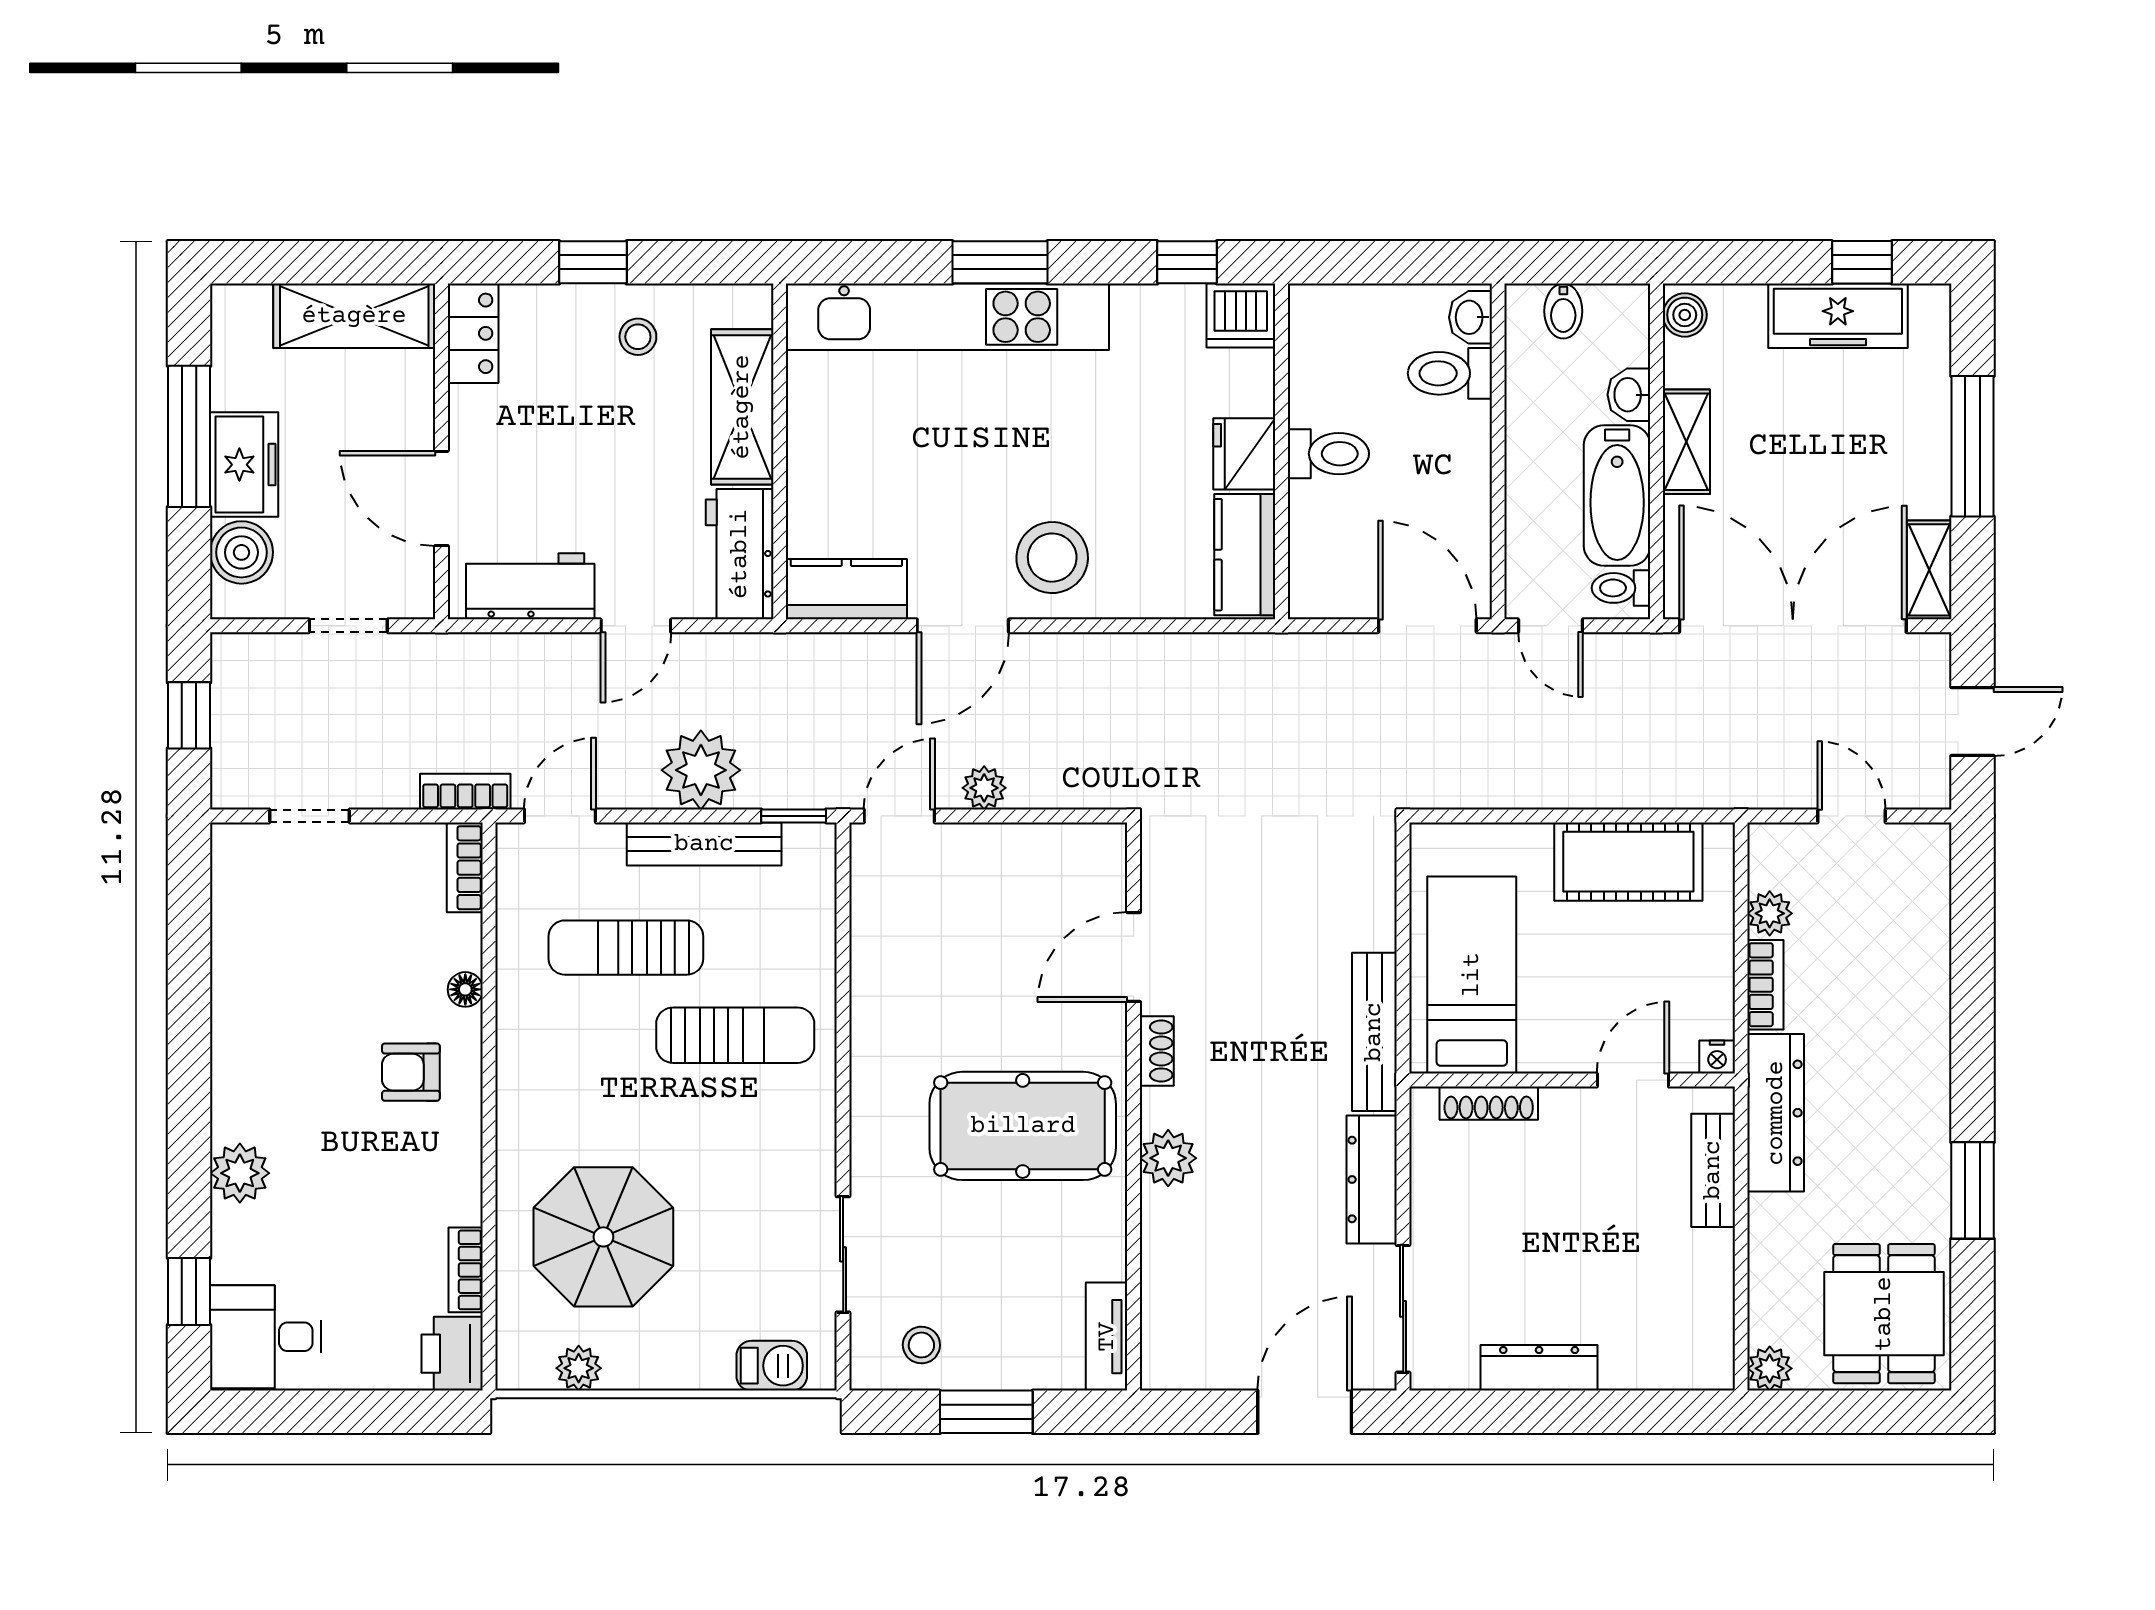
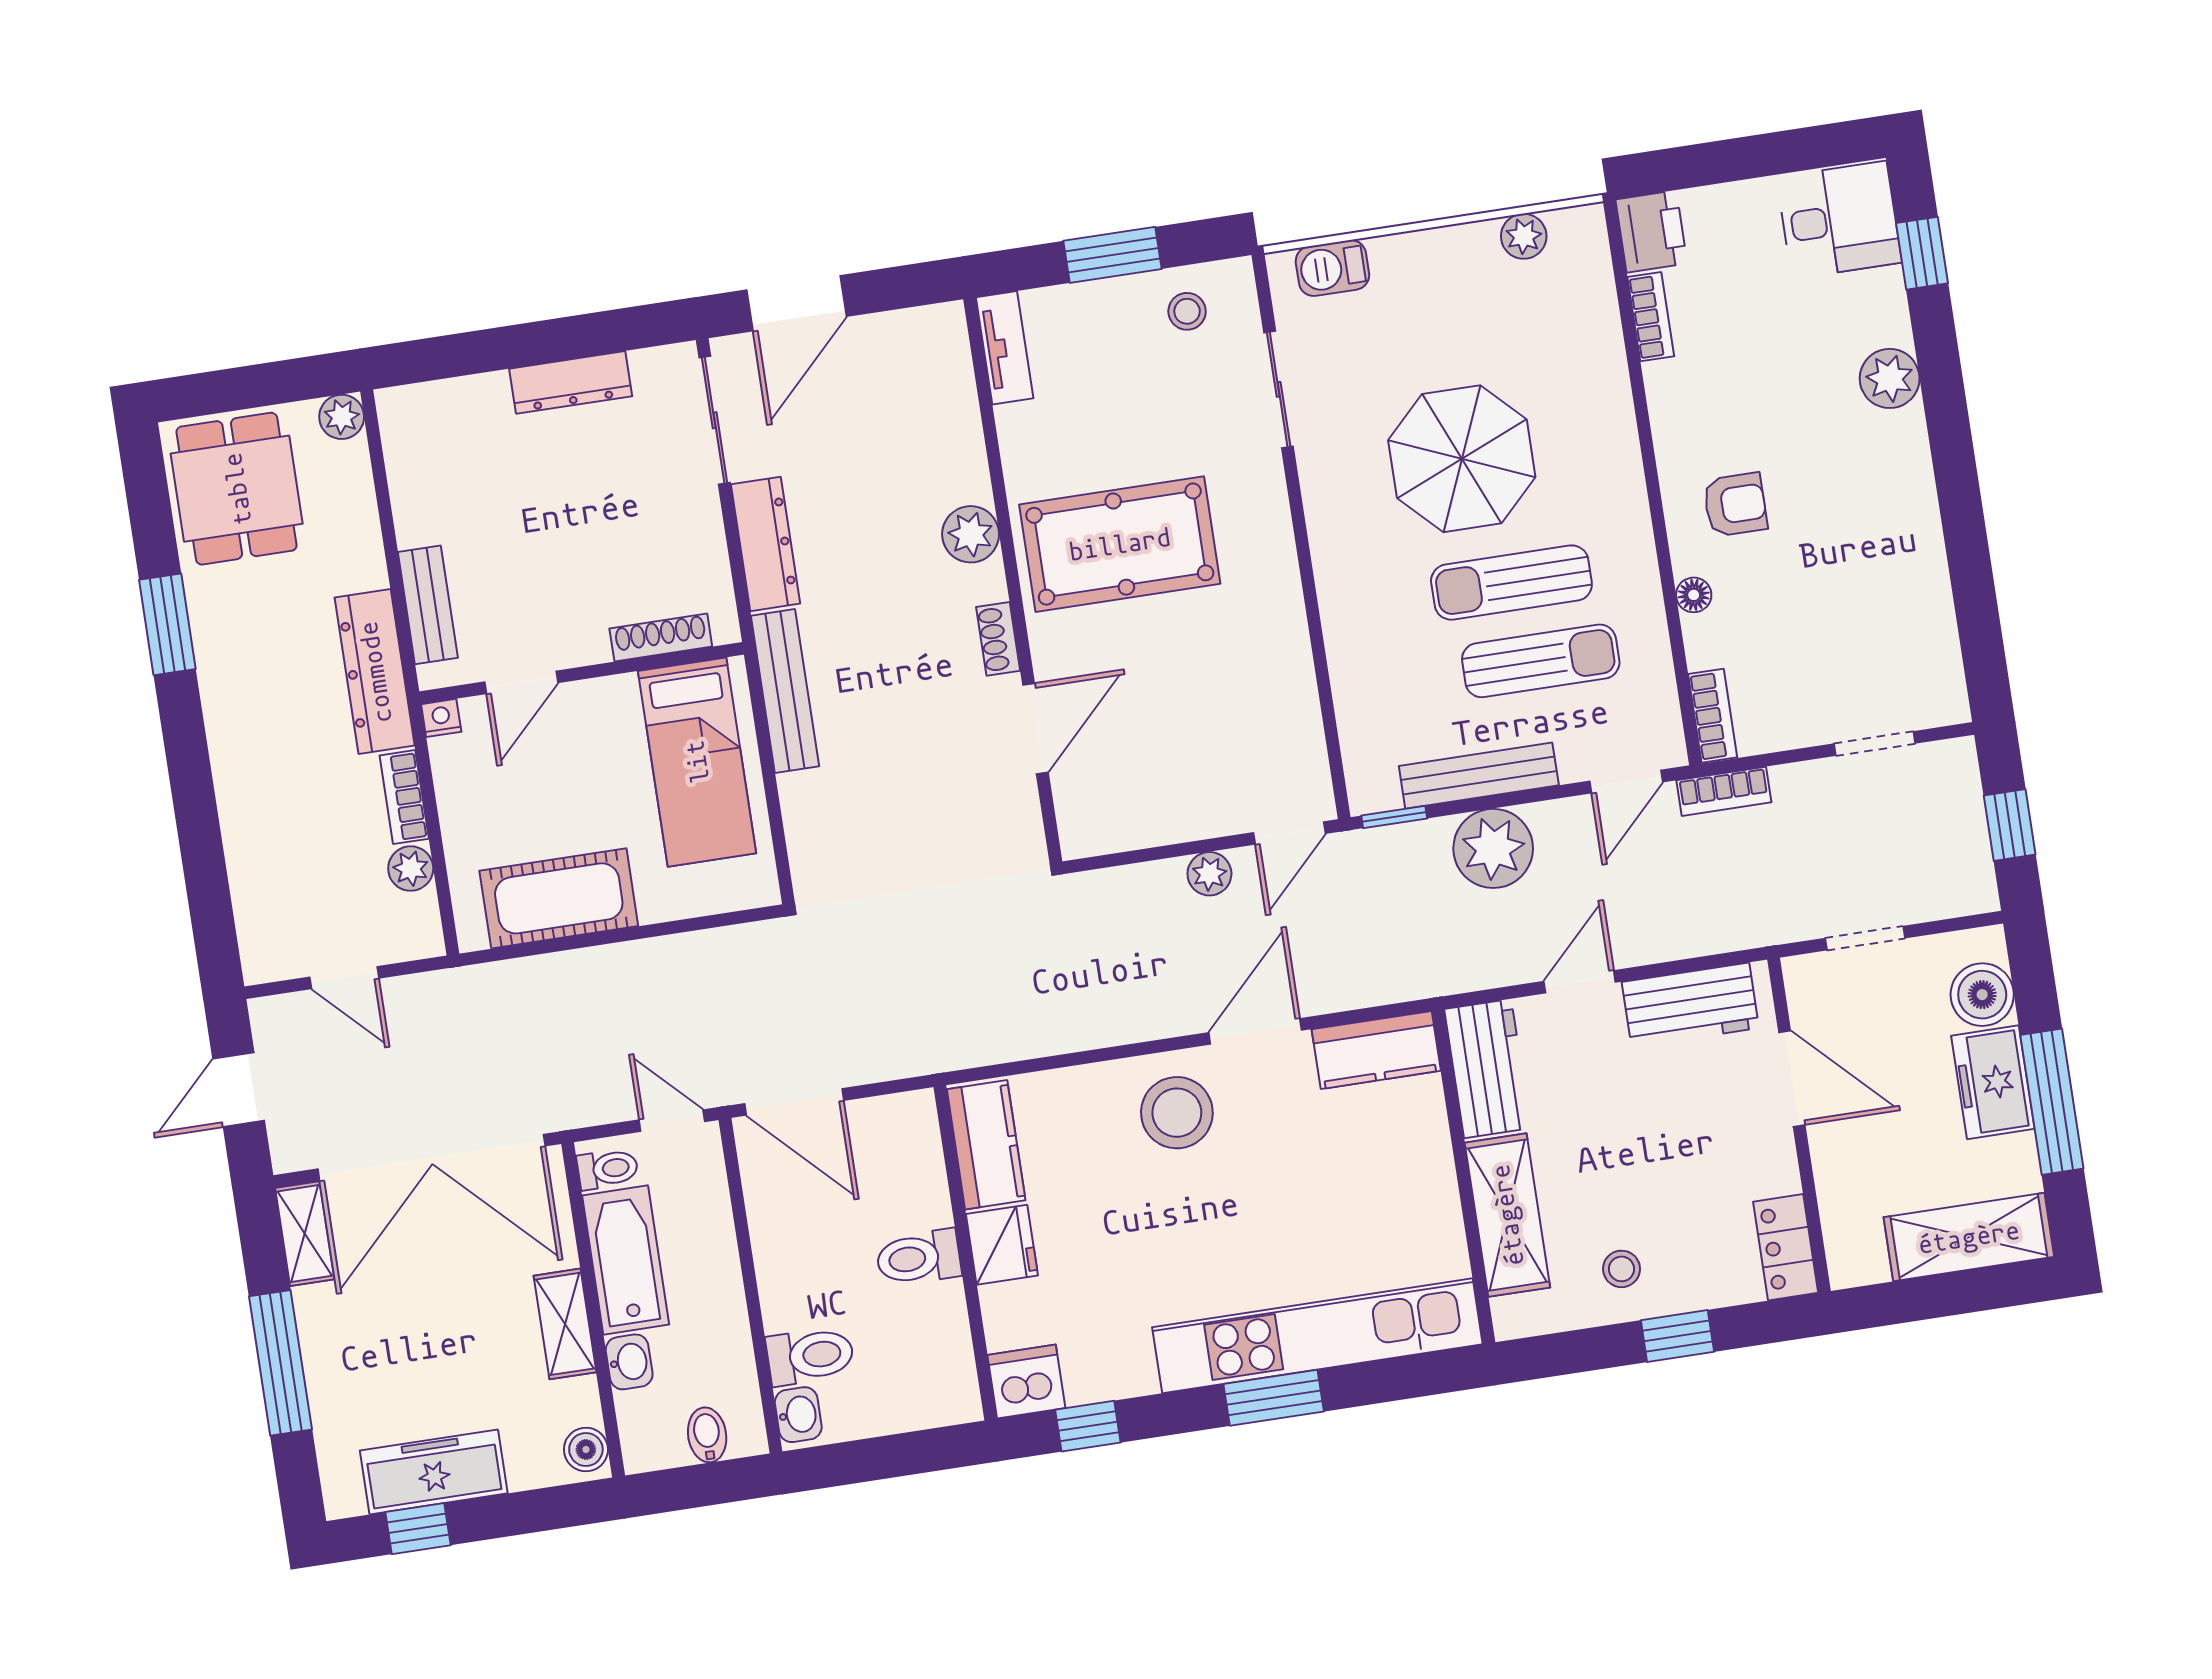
shelving: (354, 316) -> (1969, 1237), moved
sun lounger: (735, 1035) -> (1511, 583), moved
parasol: (603, 1237) -> (1462, 459), moved

